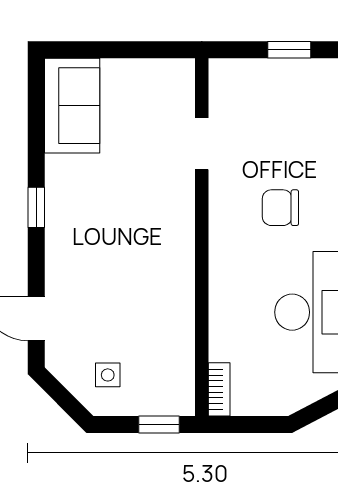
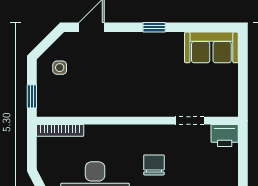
window: (289, 50) -> (243, 170), removed
printer: (228, 82) -> (225, 136), added
bookcase: (219, 389) -> (60, 130), width x1.56

